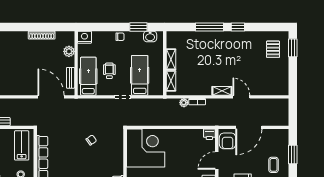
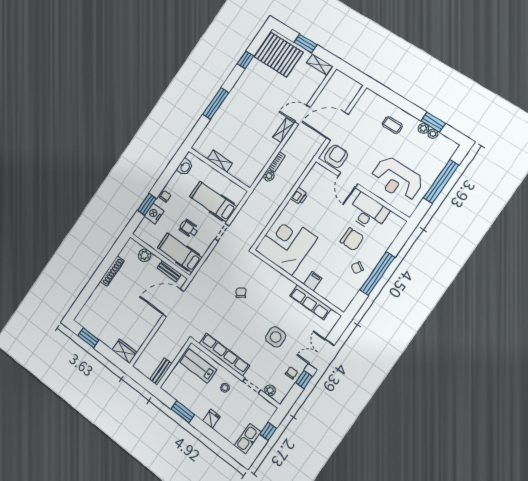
window: (138, 27) -> (147, 204), moved
window: (238, 27) -> (245, 60), moved
nightstand: (84, 37) -> (154, 214), moved
window: (293, 48) -> (306, 44), moved
pallet: (273, 49) -> (279, 55), width x2.05, depth x2.00
shelving: (171, 81) -> (319, 64), moved
door: (249, 127) -> (337, 126), swing flipped
printer: (209, 134) -> (299, 196), moved
armchair: (228, 141) -> (336, 156), turned -90
window: (293, 154) -> (395, 99), removed

